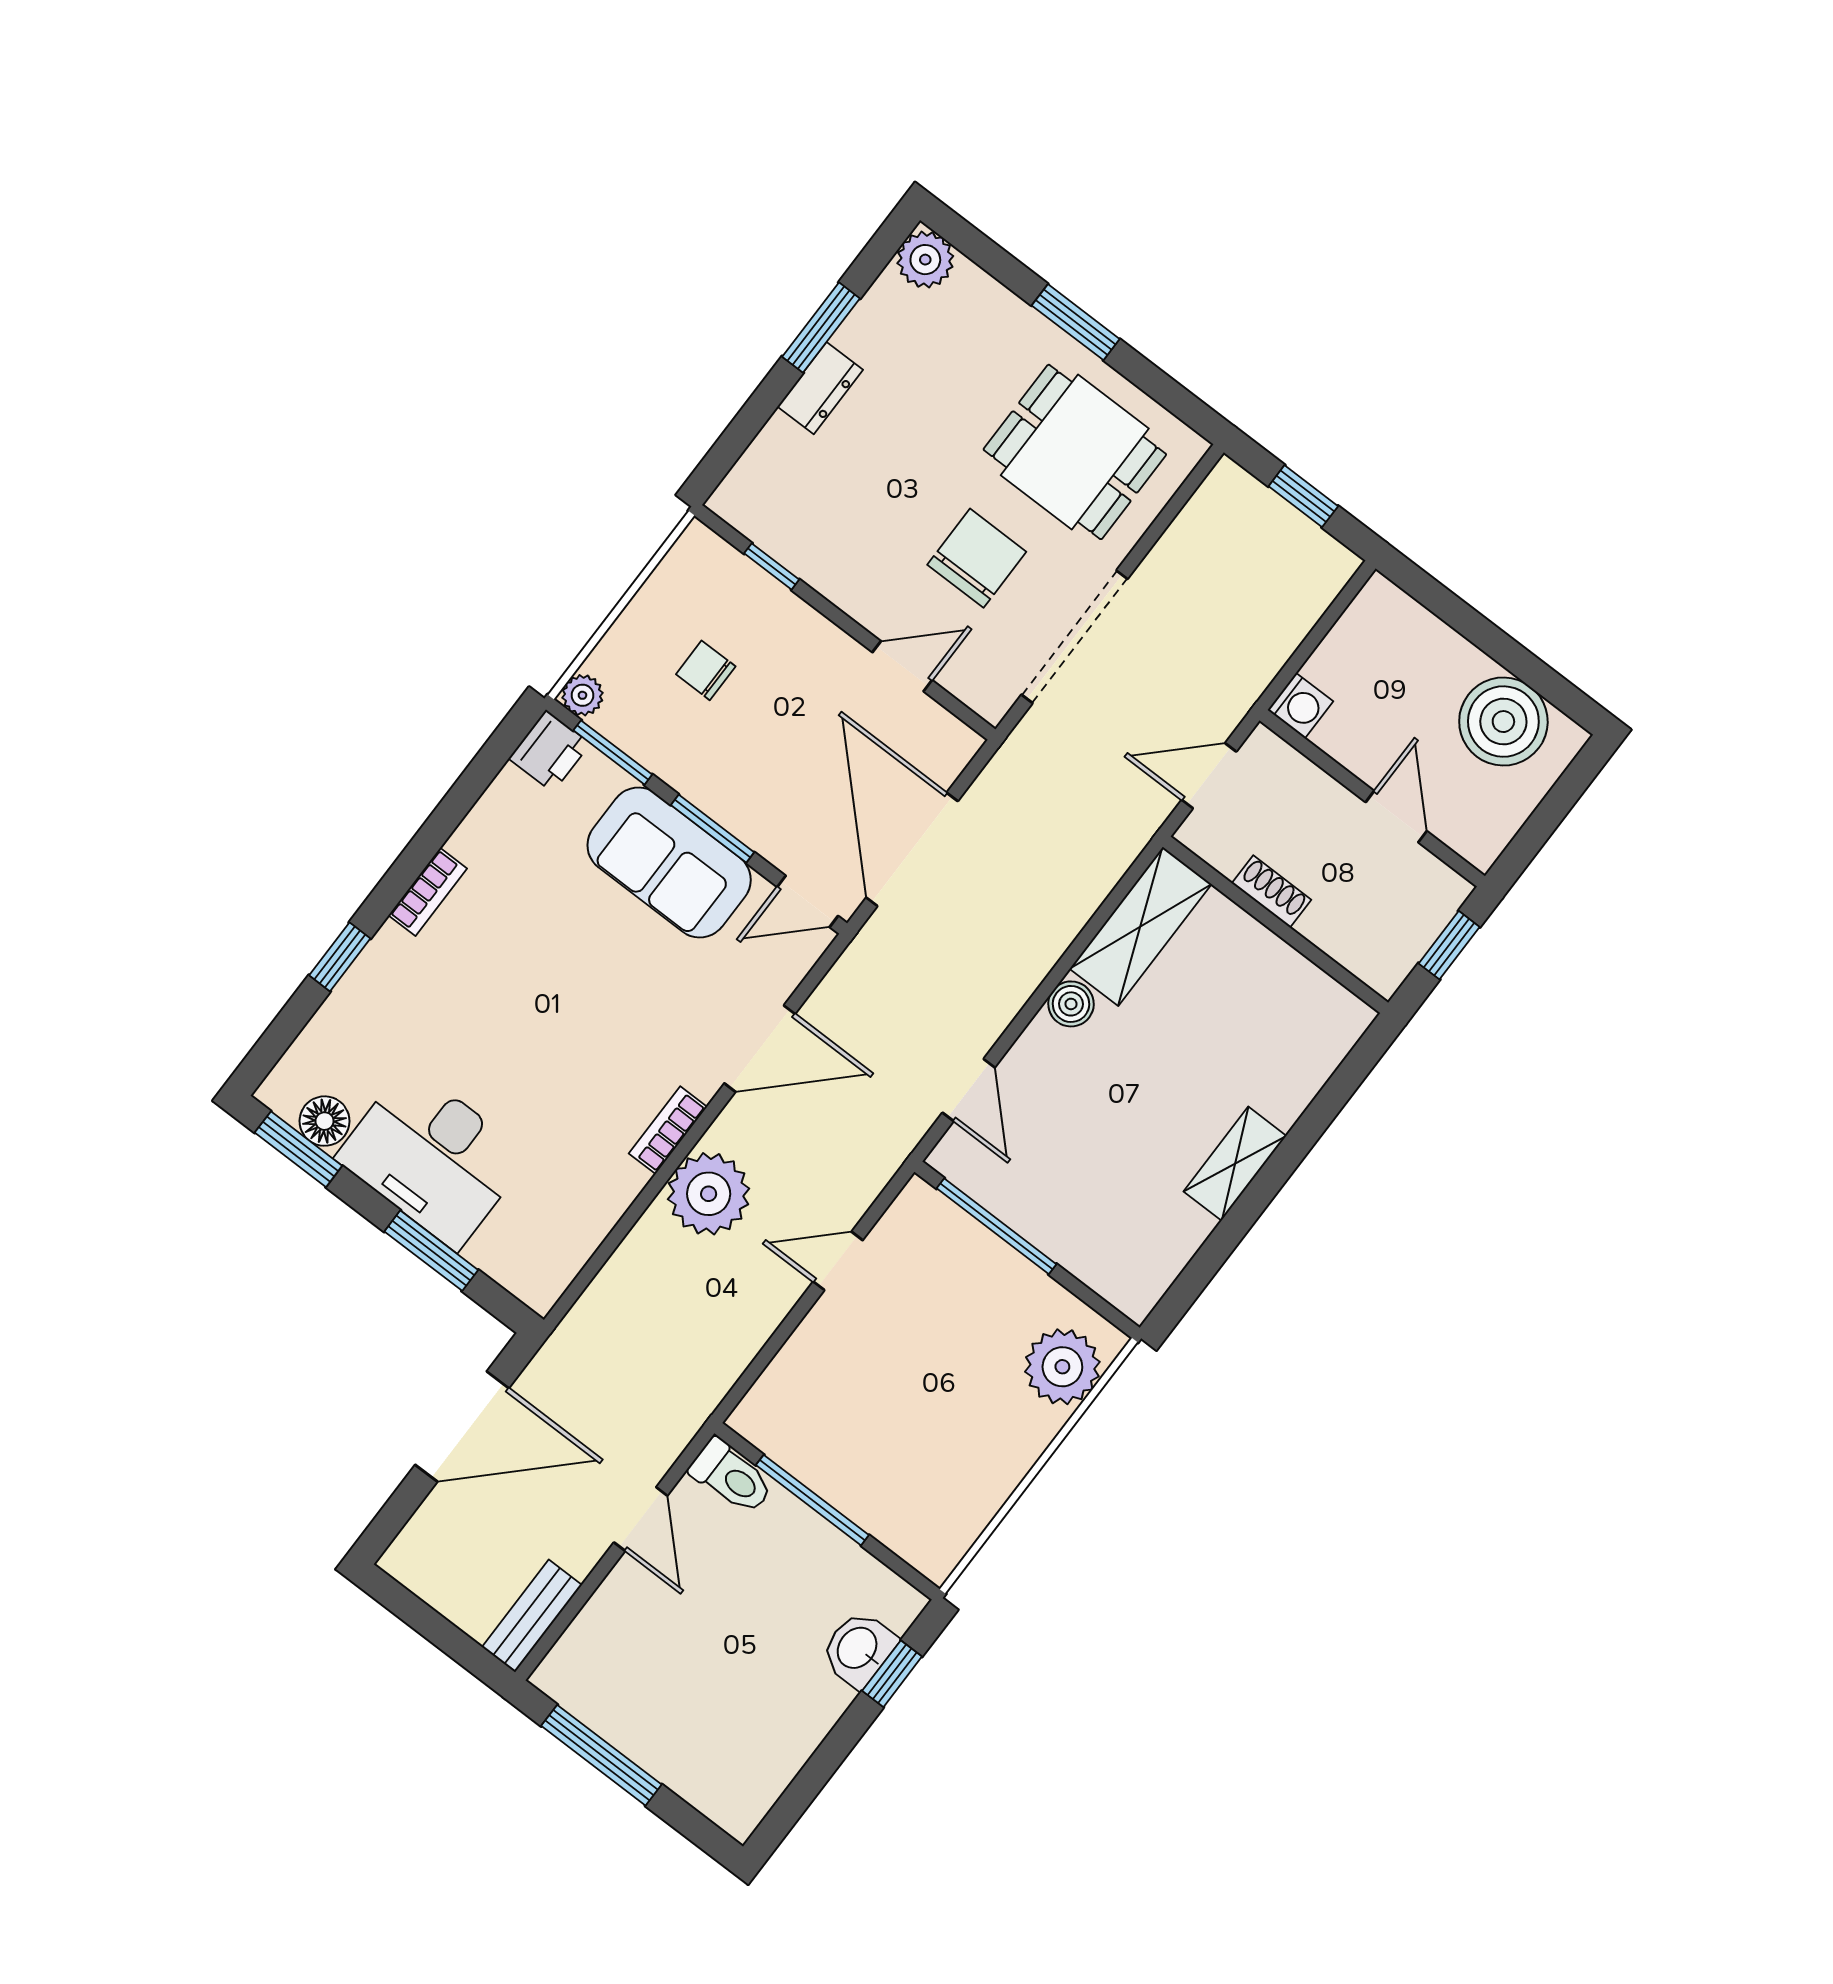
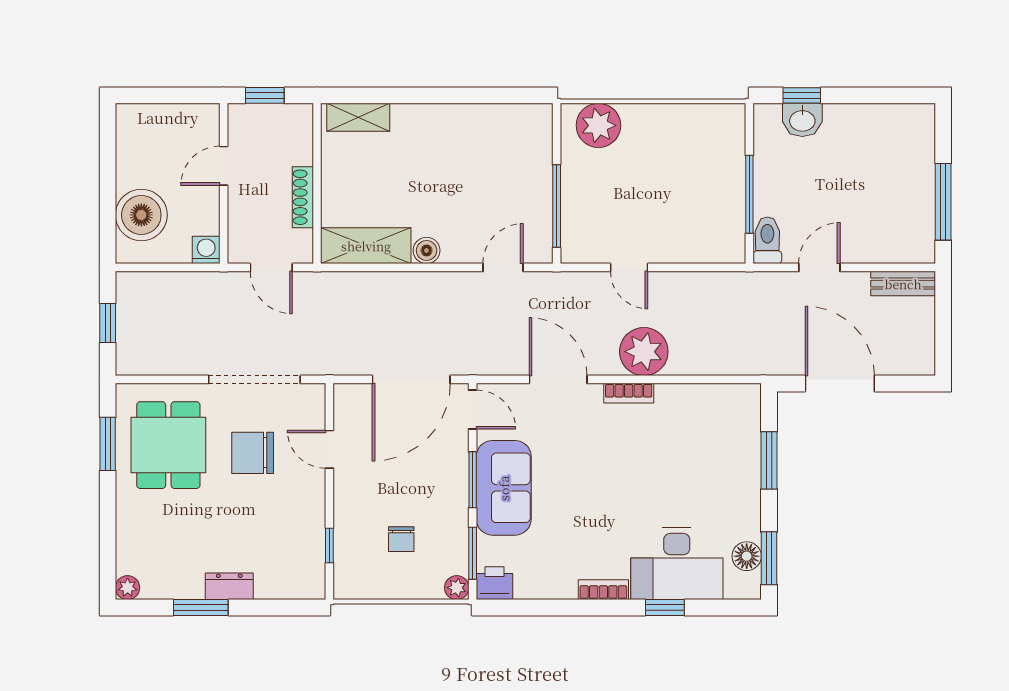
plant: (925, 260) -> (128, 588), width x0.73, depth x0.73
window: (1076, 322) -> (108, 444), moved
boiler: (1503, 722) -> (141, 215), moved
shoe rack: (1272, 891) -> (303, 197), width x1.43
desk: (432, 1157) -> (677, 564), moved, turned 90
shelving: (1235, 1164) -> (358, 117), moved

